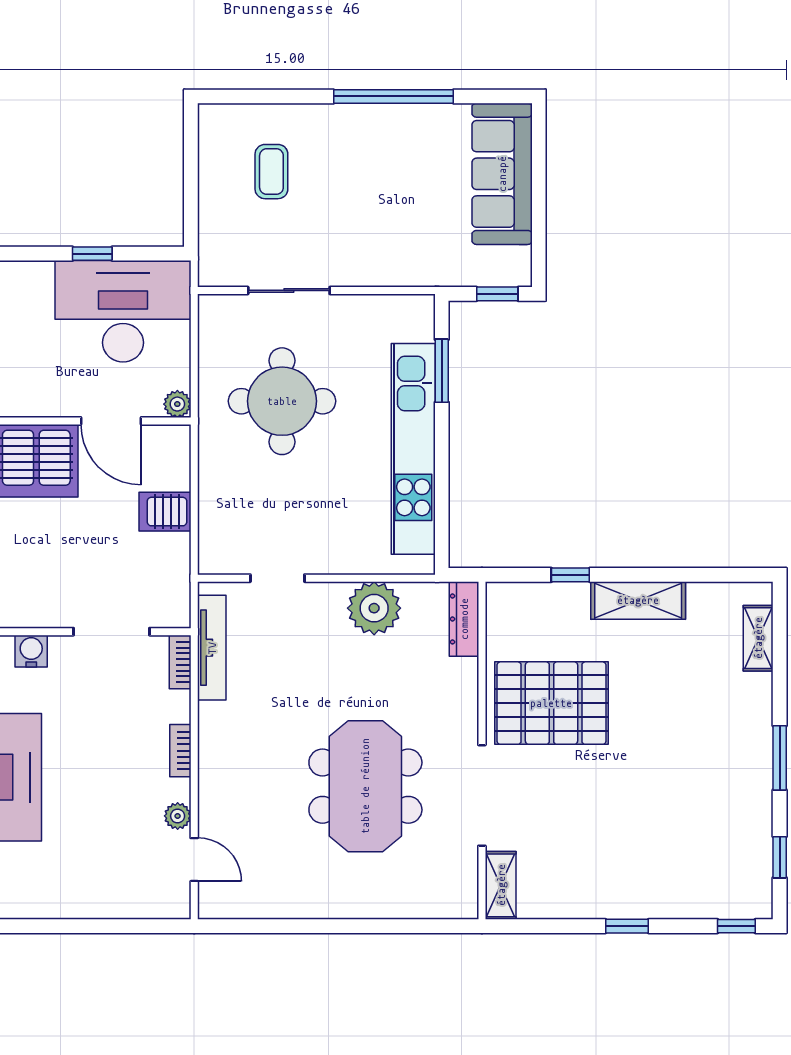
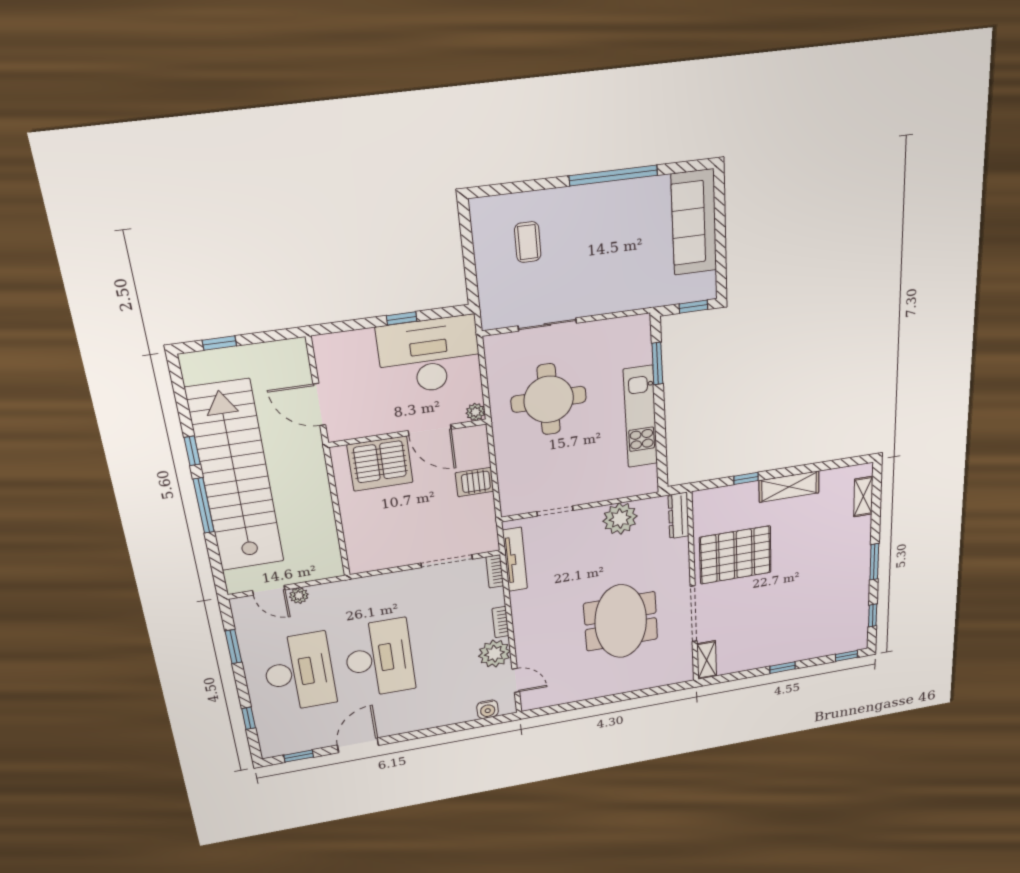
kitchen unit: (413, 449) -> (640, 417), width x0.73
water cooler: (31, 651) -> (488, 709), moved, turned 180
plant: (178, 816) -> (494, 654), width x1.88, depth x1.88

